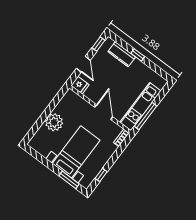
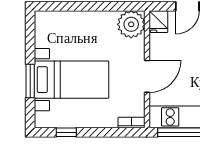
plant: (54, 122) -> (131, 24), moved
window: (69, 180) -> (30, 81), moved

